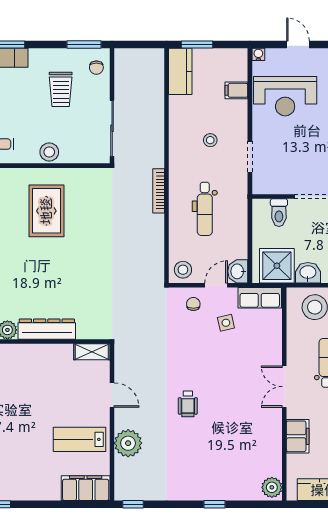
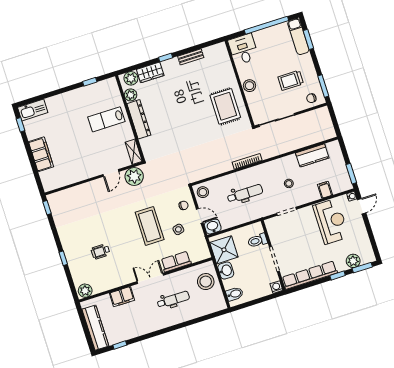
window: (197, 44) -> (351, 174), moved
door: (298, 44) -> (362, 206), moved
kitchen counter: (180, 71) -> (312, 155), moved
reception desk: (285, 96) -> (331, 221), turned 180
dental chair: (205, 209) -> (245, 194), turned 180
rug: (46, 211) -> (225, 106), moved, turned 90
row of seats: (260, 298) -> (176, 262), moved, turned 90
coffee table: (207, 363) -> (150, 226), added
wheelchair: (188, 404) -> (100, 251), moved
lab bench: (79, 439) -> (106, 119), moved, turned -90
plant: (128, 443) -> (134, 176), moved
filing cabinet: (86, 488) -> (41, 154), moved

